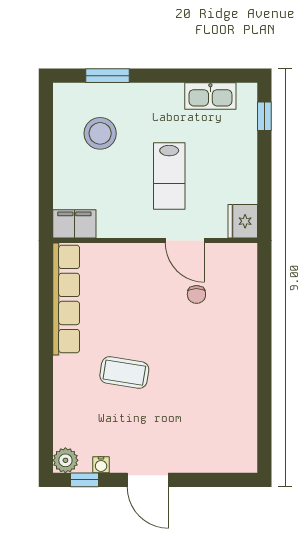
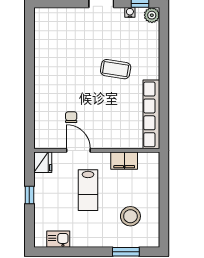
kitchen sink: (210, 96) -> (58, 239), width x0.73
window: (264, 116) -> (29, 195), moved
lab bench: (169, 176) -> (88, 190), turned 180
filing cabinet: (74, 224) -> (124, 161), moved

